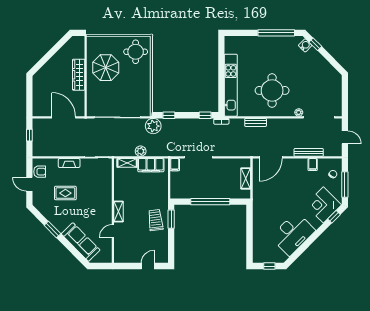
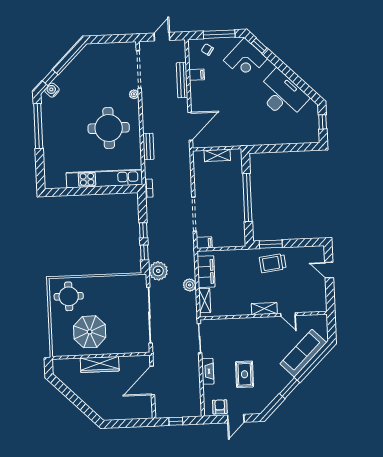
window: (205, 115) -> (143, 230), moved
door: (271, 157) -> (190, 126), hinge flipped

